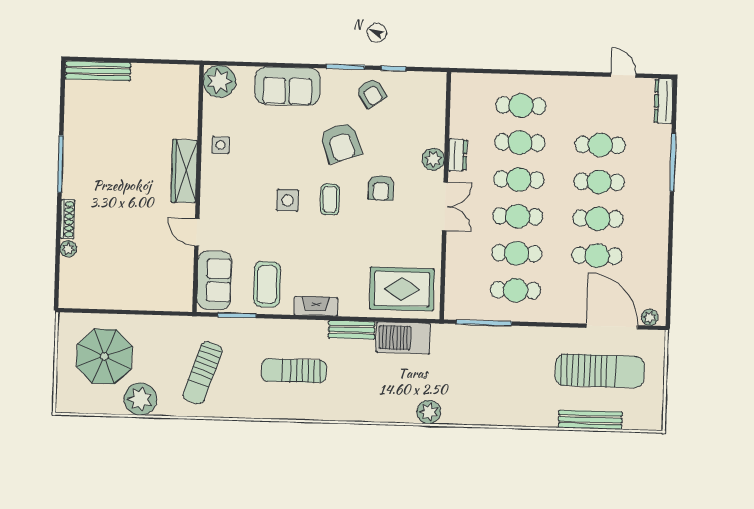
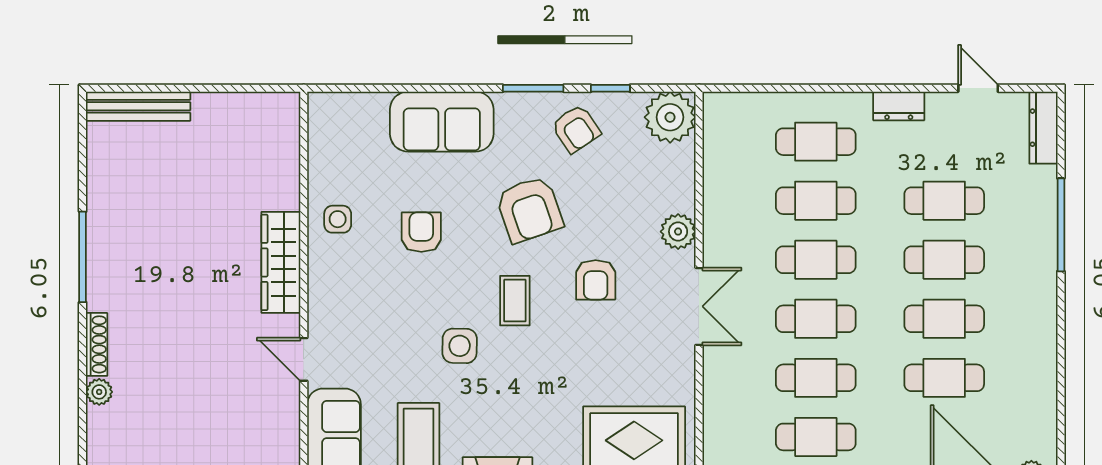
plant: (219, 81) -> (670, 117), moved
armchair: (273, 155) -> (421, 232), added
dresser: (458, 155) -> (899, 106), moved, turned 90
side table: (288, 200) -> (460, 346), moved

